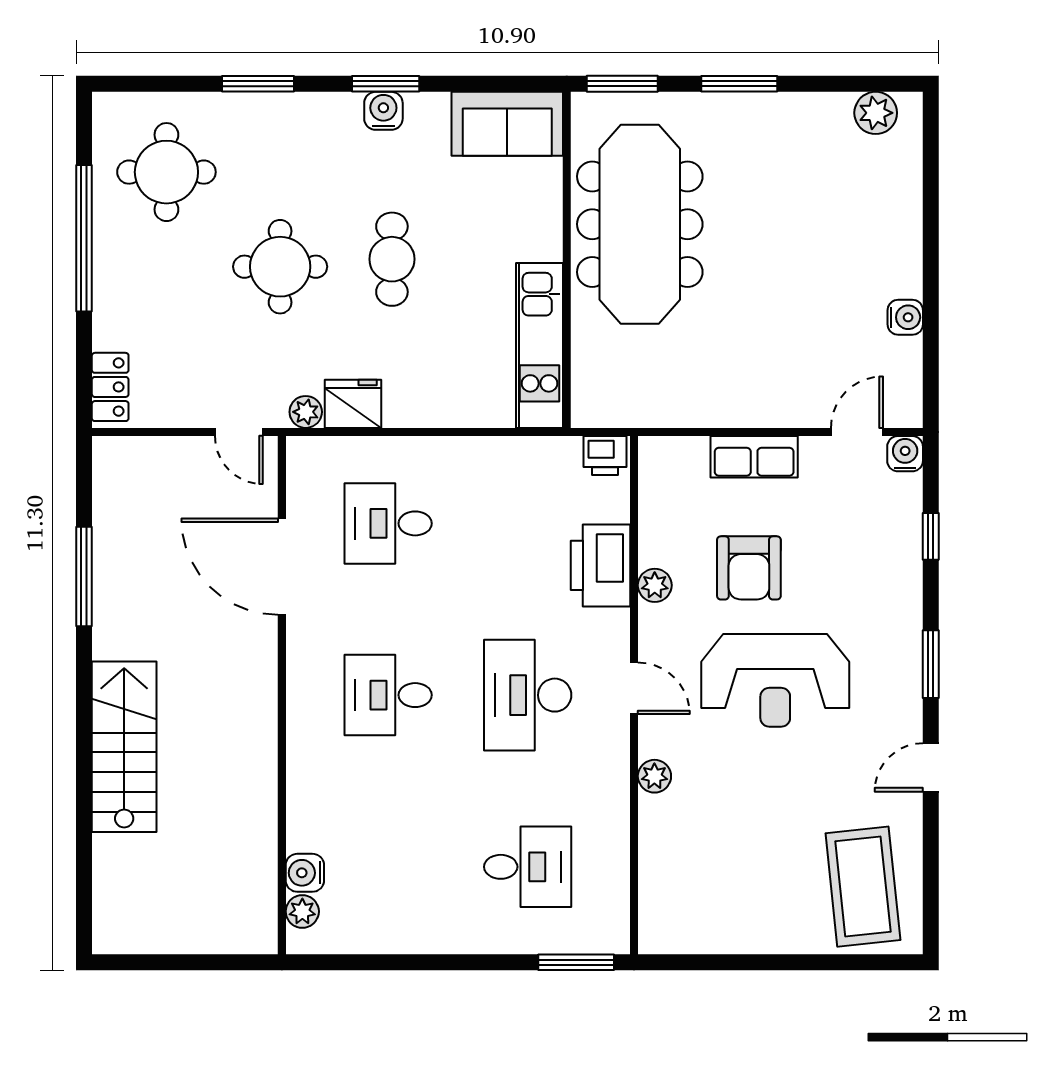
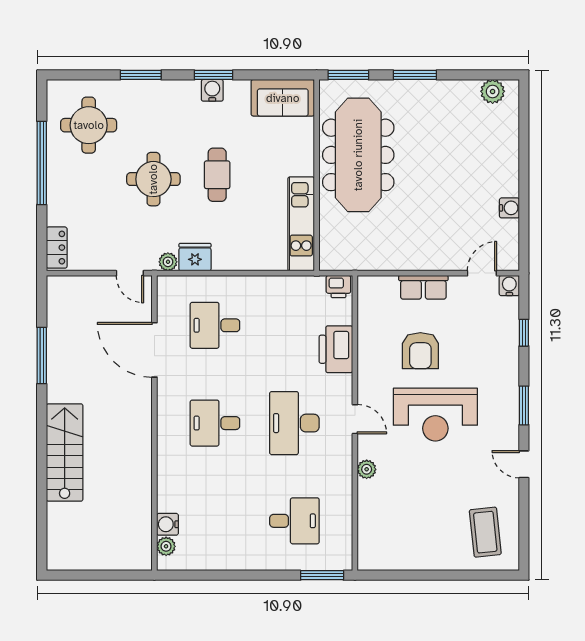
plant: (655, 585) -> (367, 361), removed
door: (931, 767) -> (524, 464), hinge flipped
coffee table: (863, 887) -> (485, 532), width x0.73, depth x0.76

